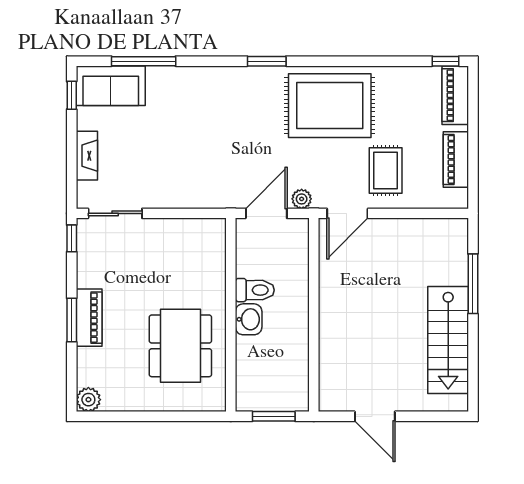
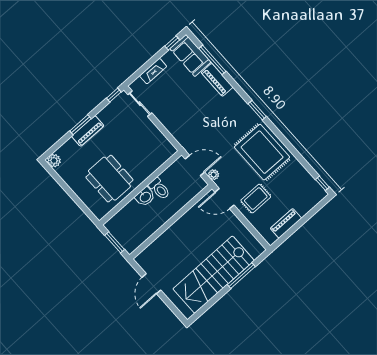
piano: (455, 95) -> (217, 80), moved, turned -90
stairs: (448, 340) -> (214, 275), width x1.36, depth x1.51
dining table: (180, 346) -> (109, 179), turned 90

